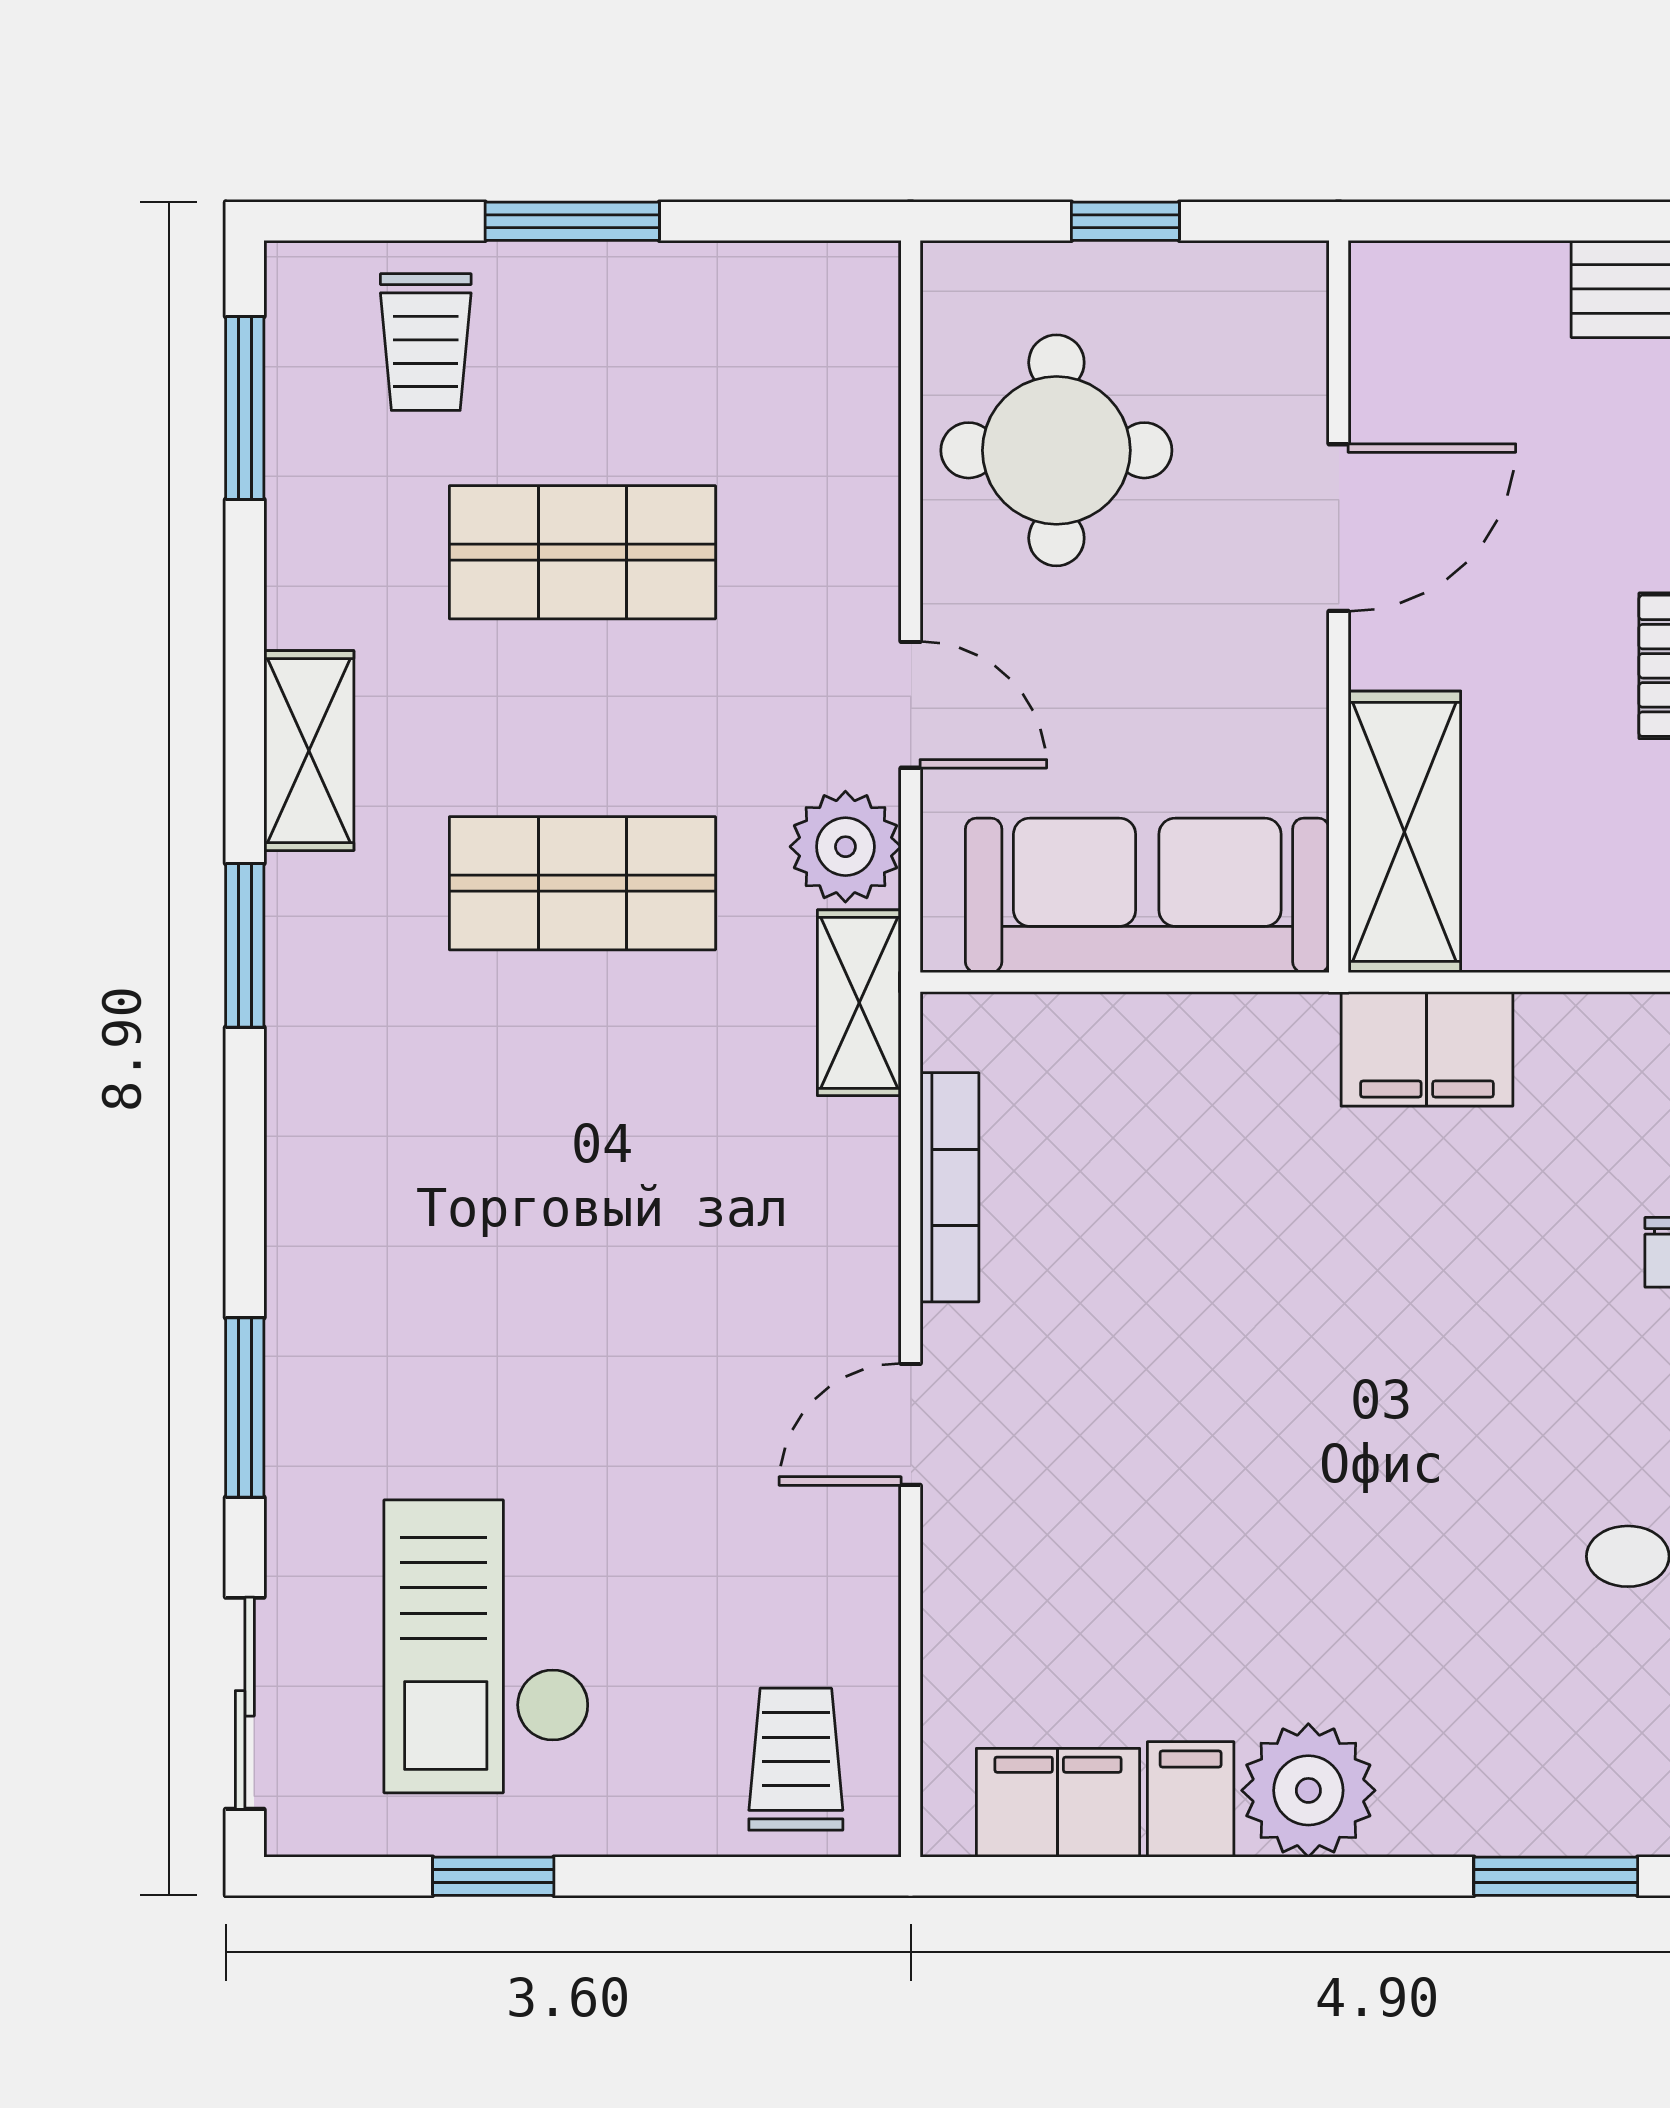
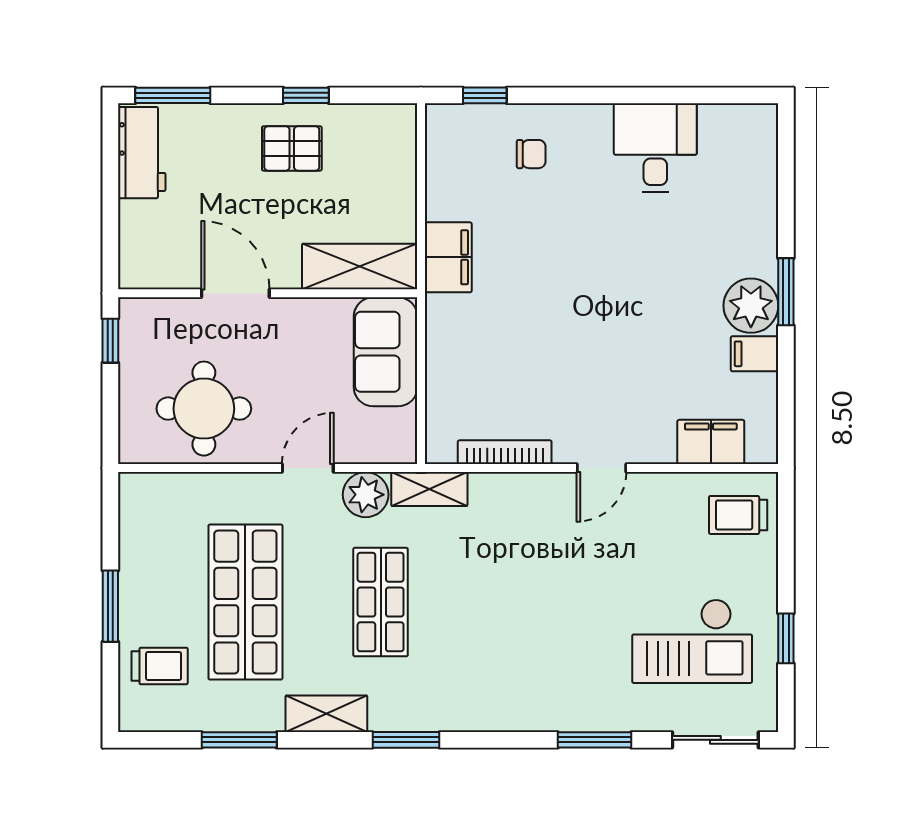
window: (1125, 221) -> (110, 341), moved
window: (245, 408) -> (239, 740), moved
shop shelf: (582, 552) -> (245, 602), width x1.43, depth x1.36
sofa: (1147, 895) -> (386, 352), width x0.73
door: (911, 1424) -> (601, 468), hinge flipped
filing cabinet: (1058, 1803) -> (711, 442), moved, turned 90
window: (1556, 1876) -> (786, 292), moved

